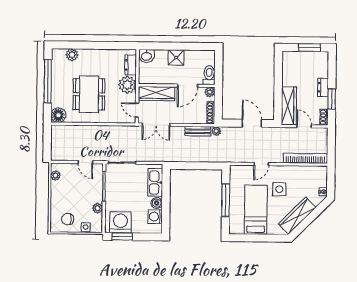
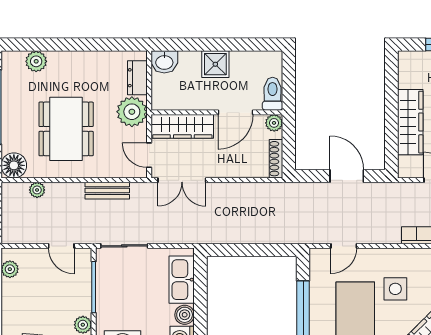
wardrobe: (289, 106) -> (410, 122), moved
bench: (198, 131) -> (107, 191), moved
plant: (216, 131) -> (37, 190), moved
door: (261, 164) -> (344, 246), moved

